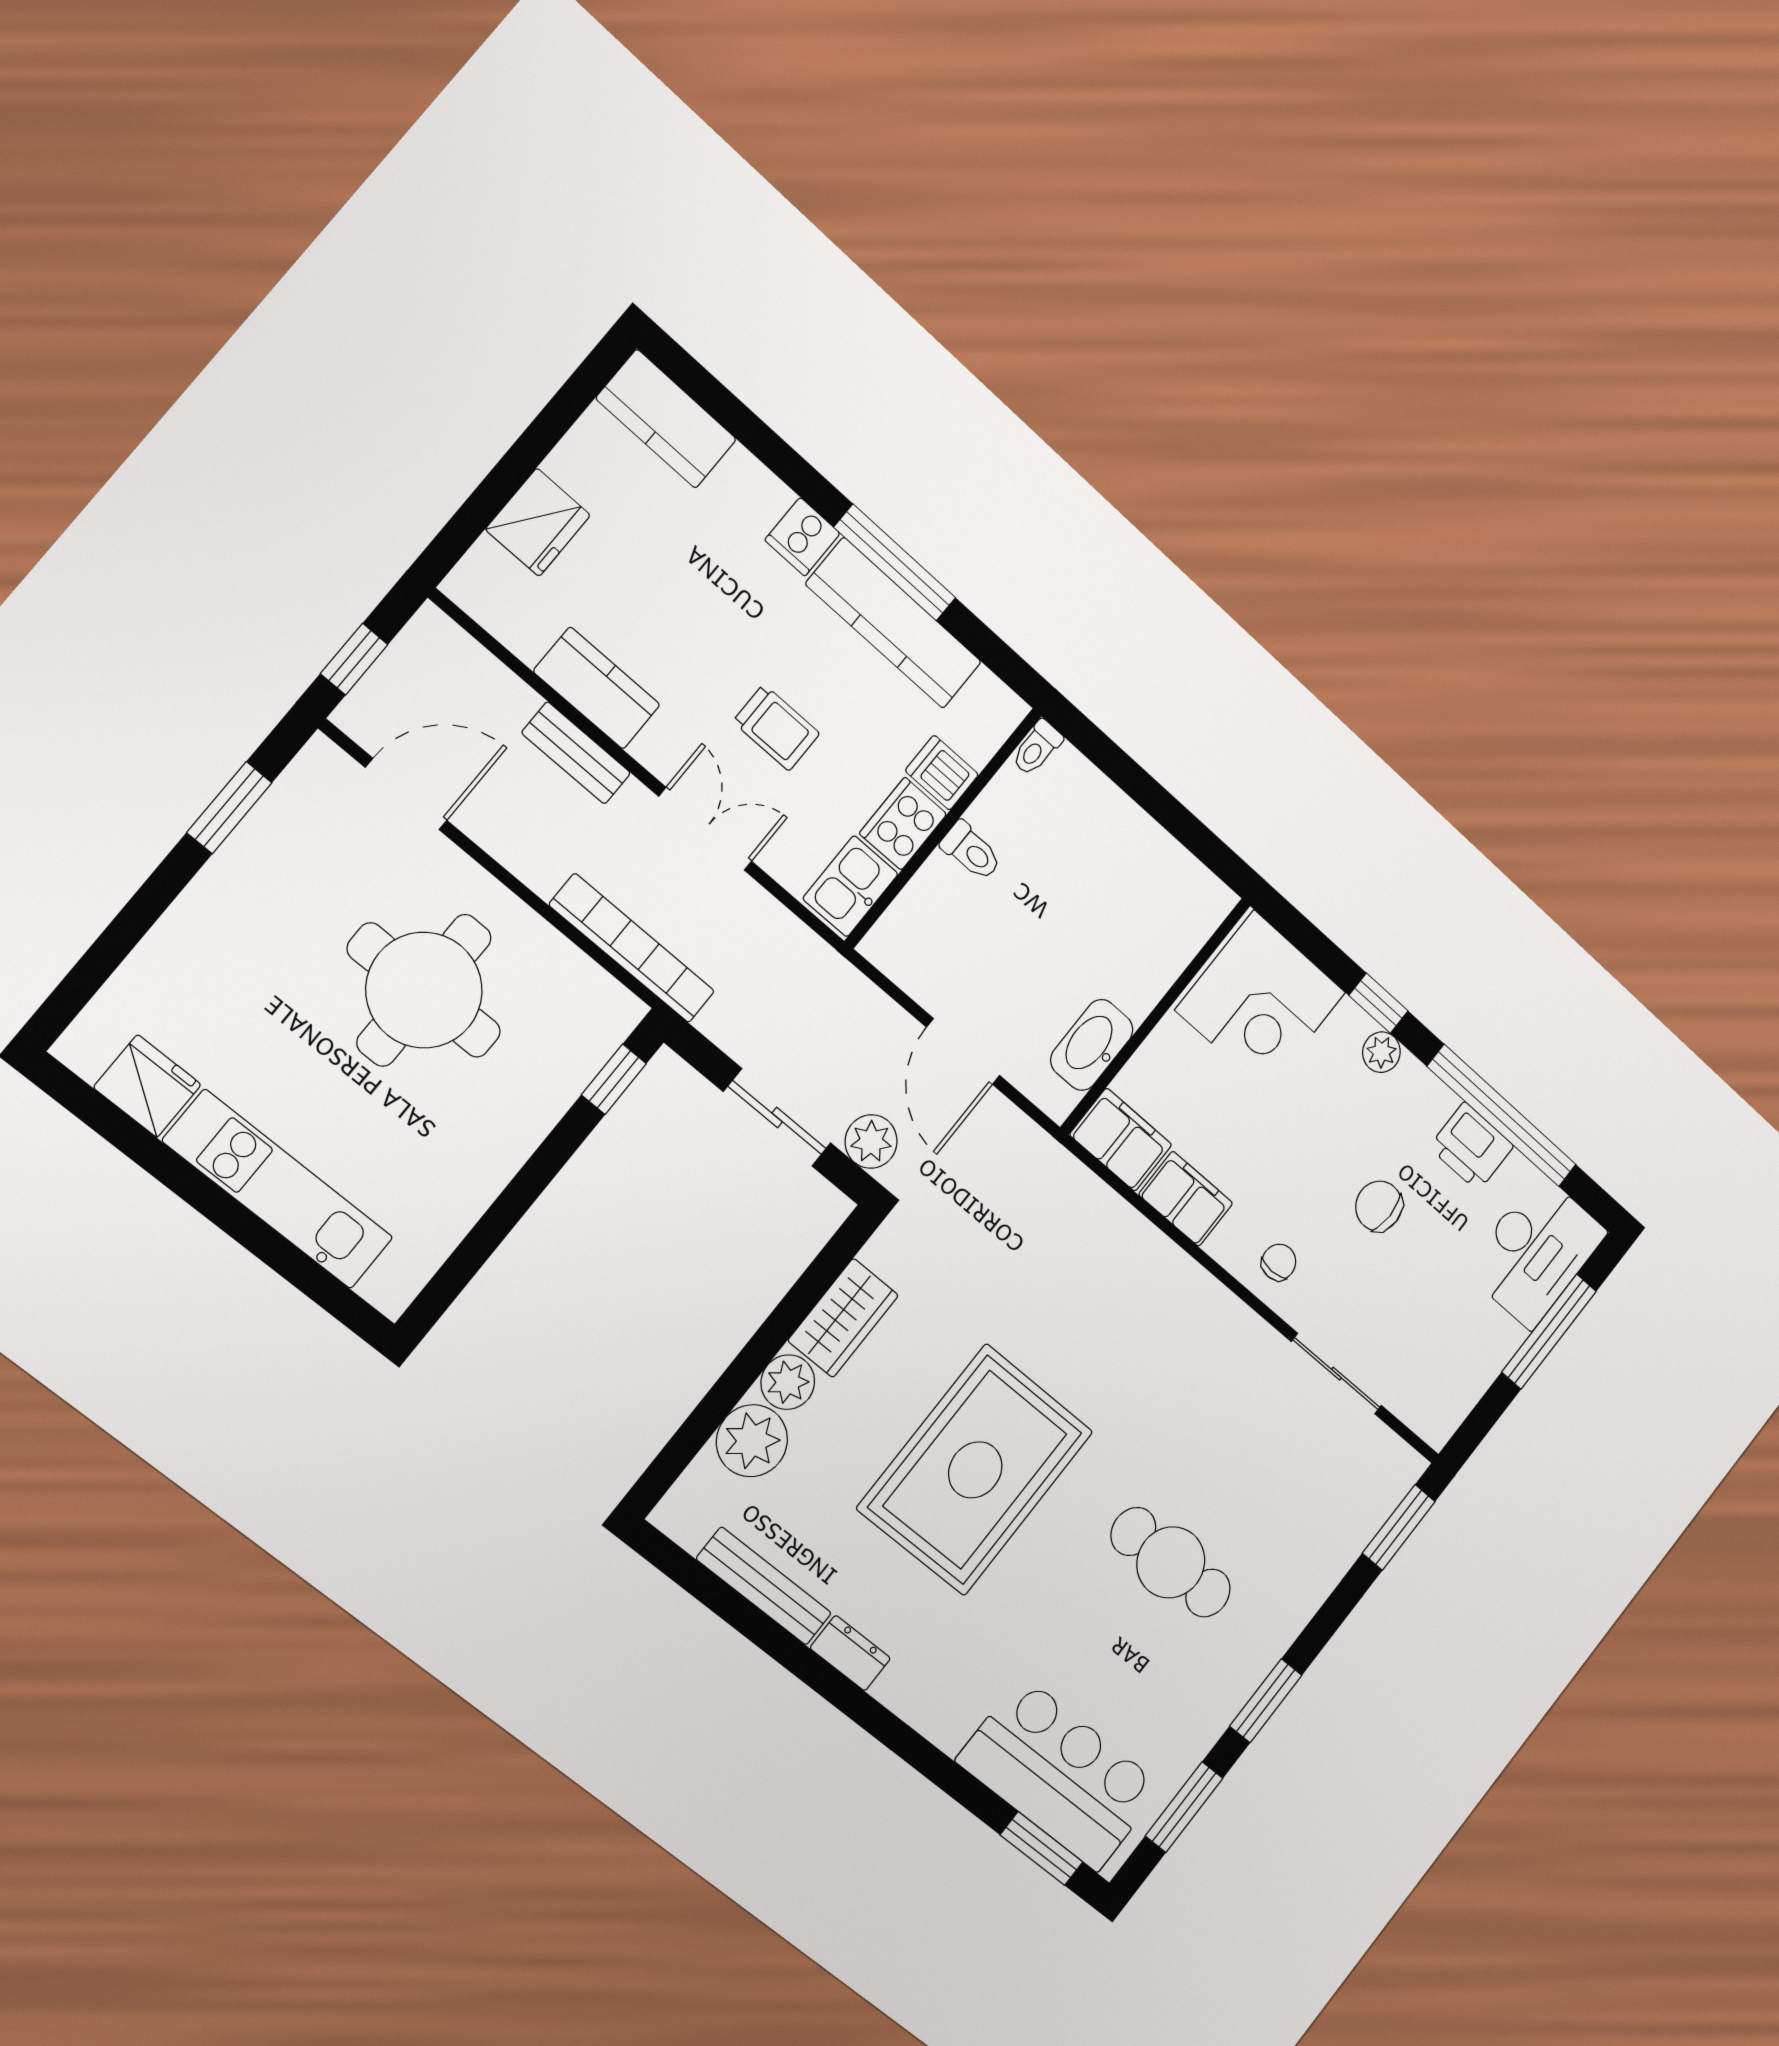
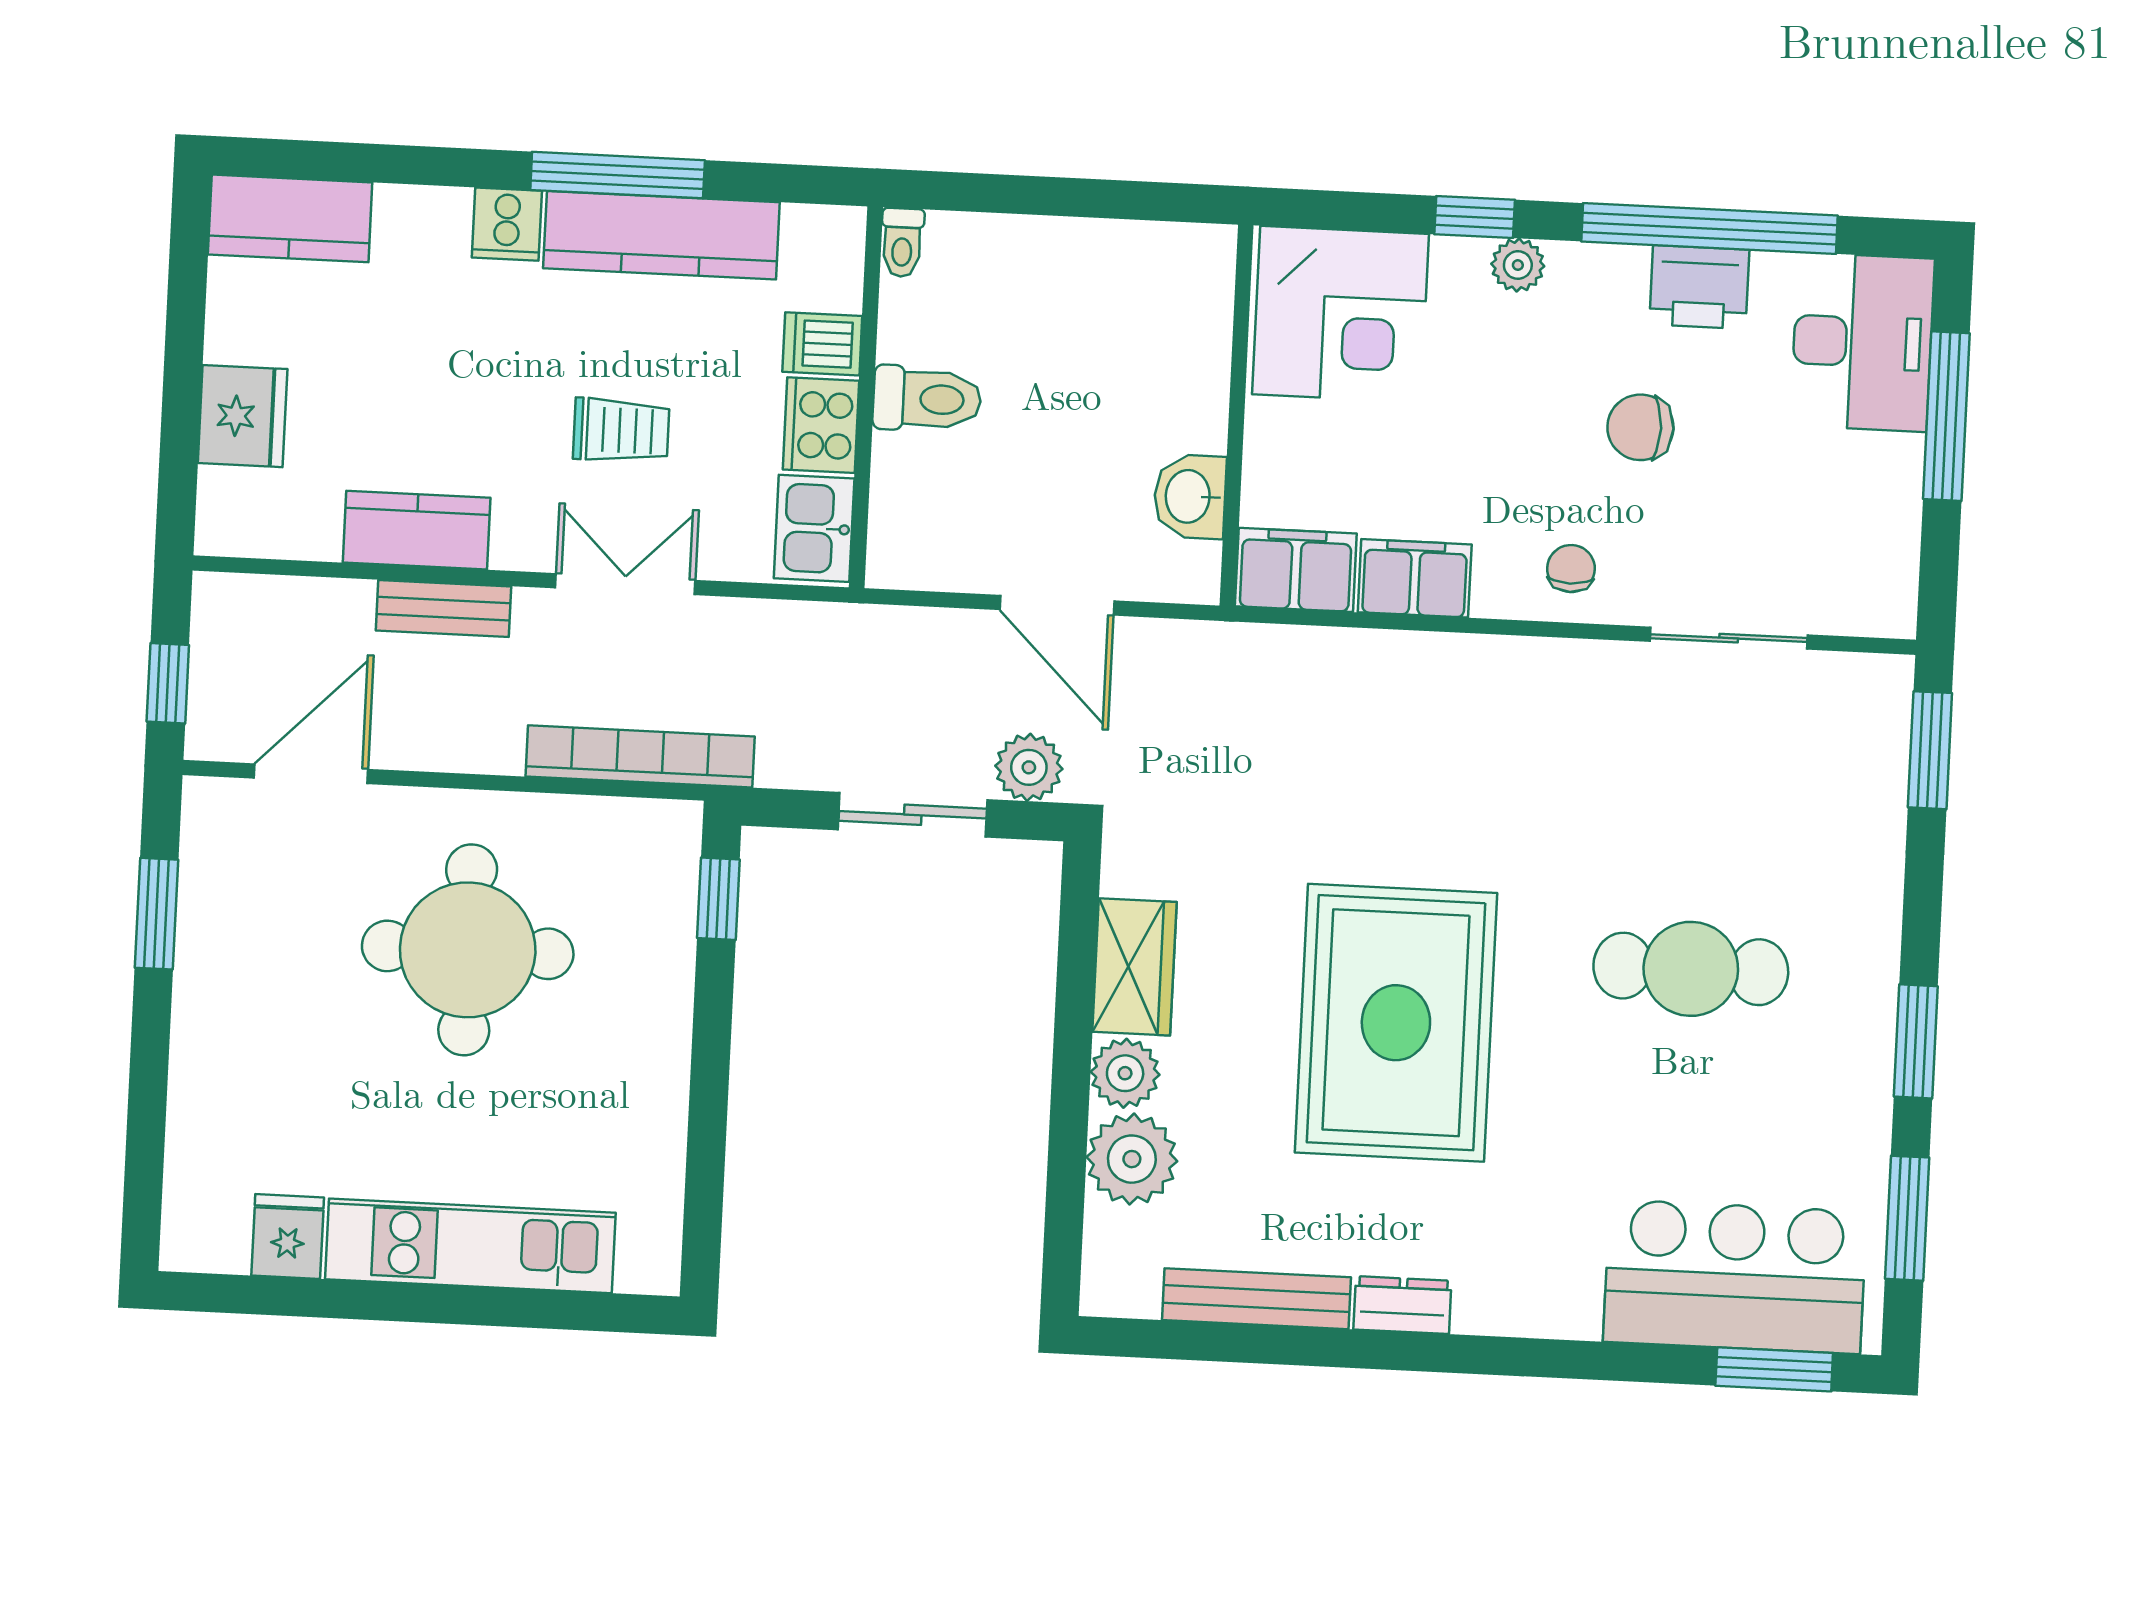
toilet: (971, 851) -> (927, 399), width x1.37, depth x1.39
washbasin: (1092, 1045) -> (1190, 496), width x0.72
fridge: (147, 1086) -> (288, 1236), width x0.72

